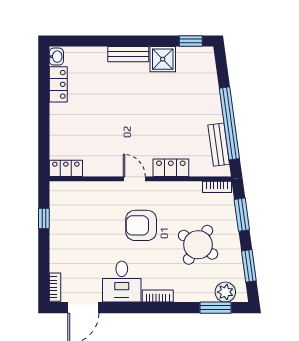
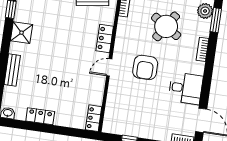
bench: (128, 54) -> (12, 70), moved
locker: (58, 84) -> (40, 116), moved
bookcase: (158, 296) -> (203, 49), moved

